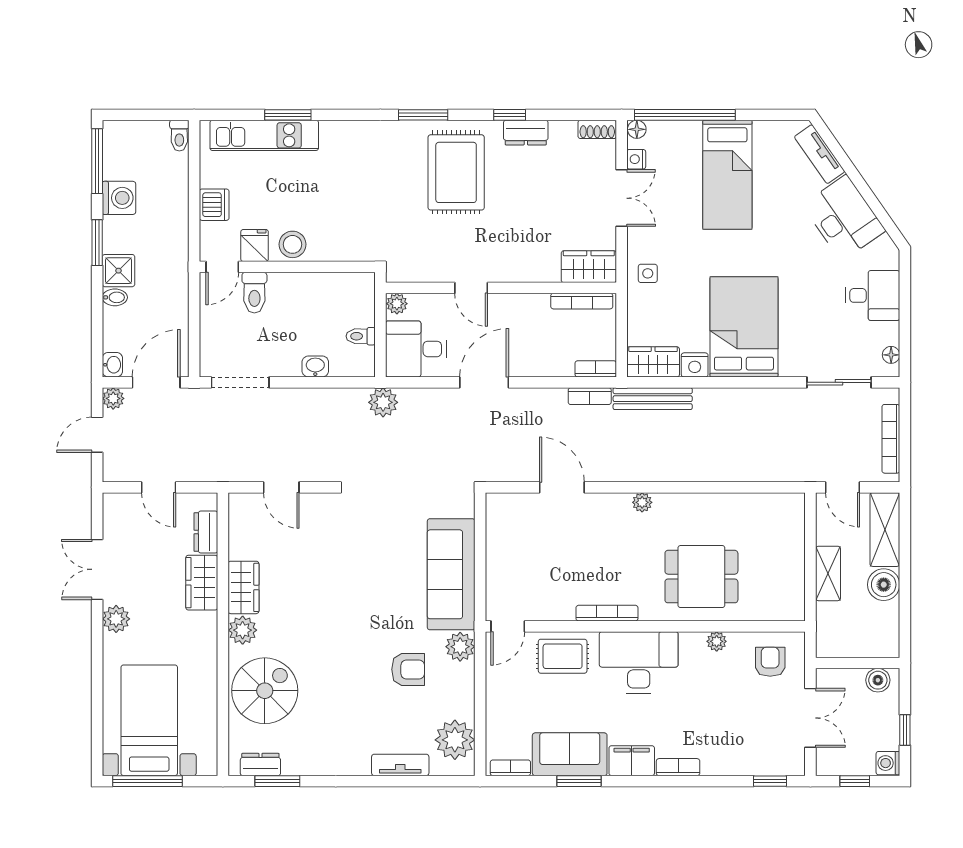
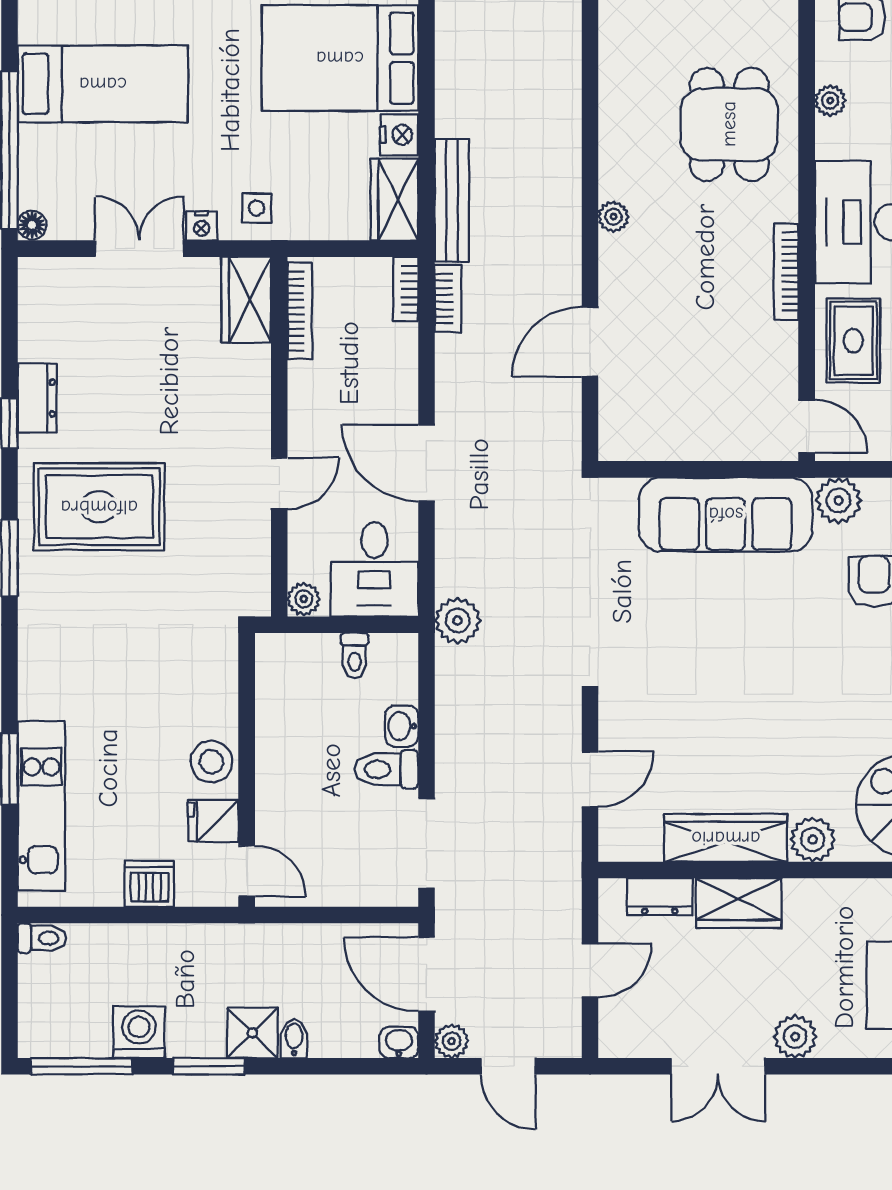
shoe rack: (597, 129) -> (32, 287), removed
nightstand: (636, 159) -> (202, 226), moved
toilet: (254, 293) -> (386, 769), moved, turned 180
wardrobe: (243, 587) -> (726, 838), width x1.50

